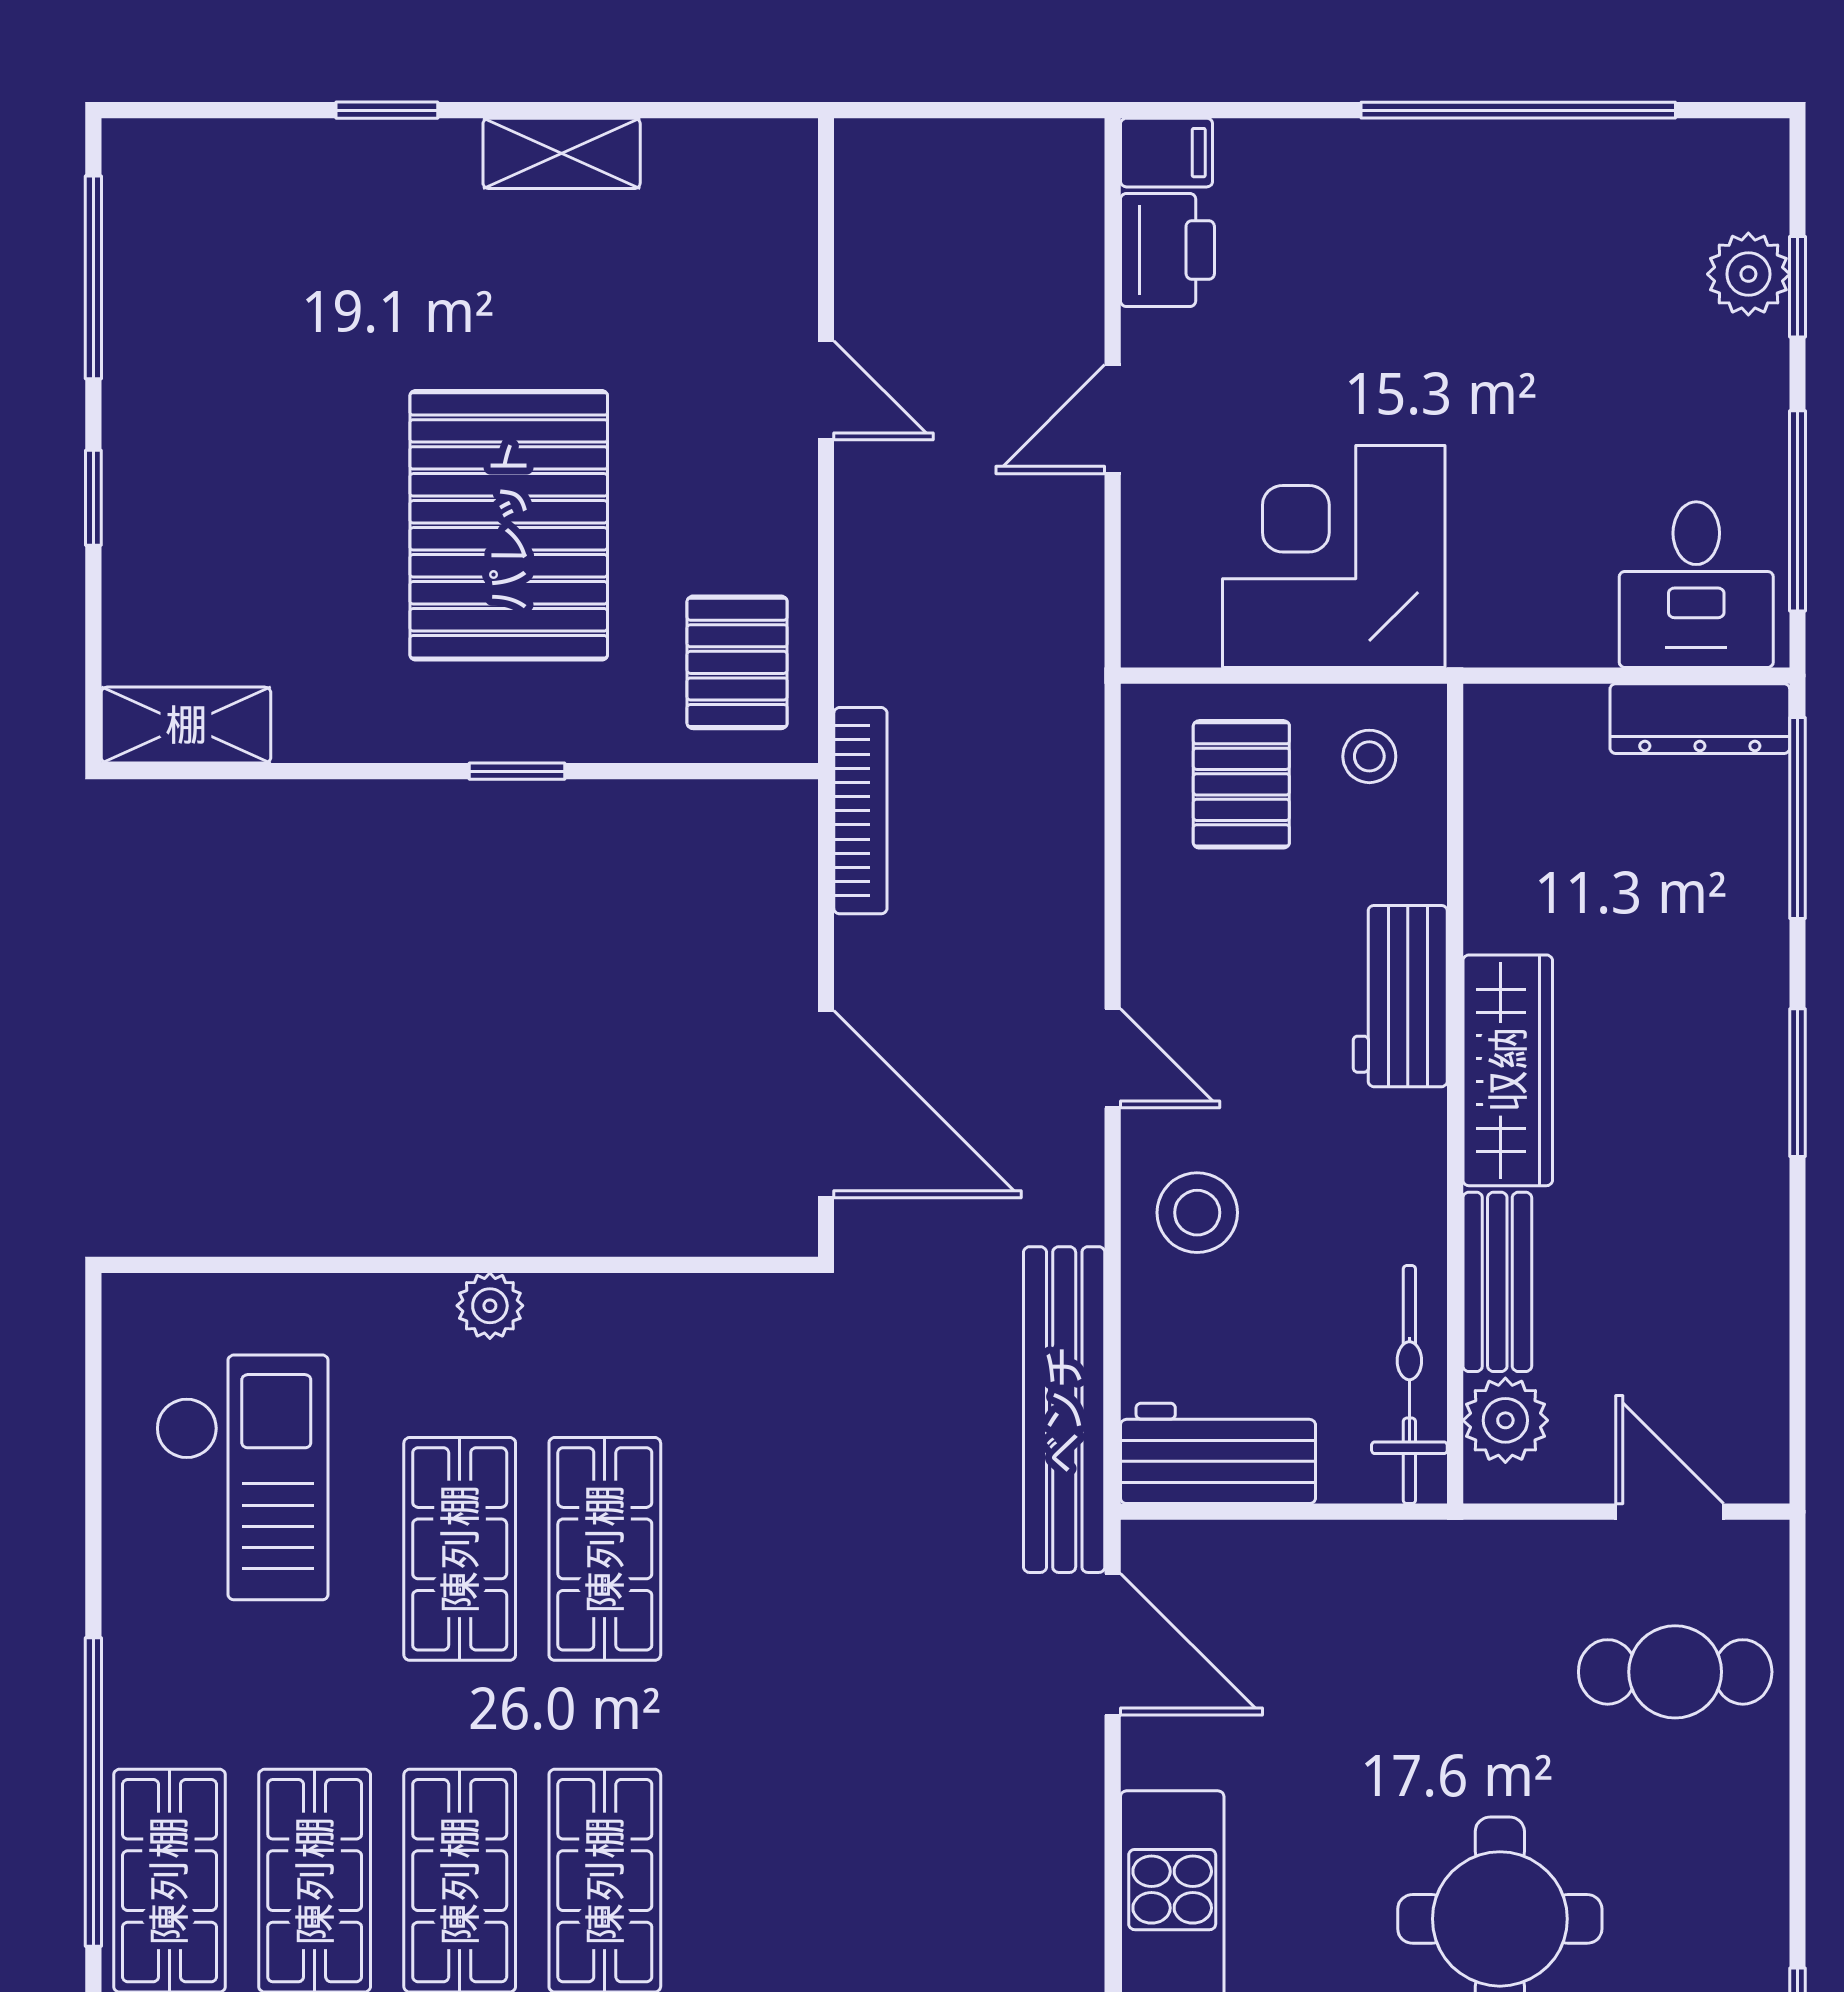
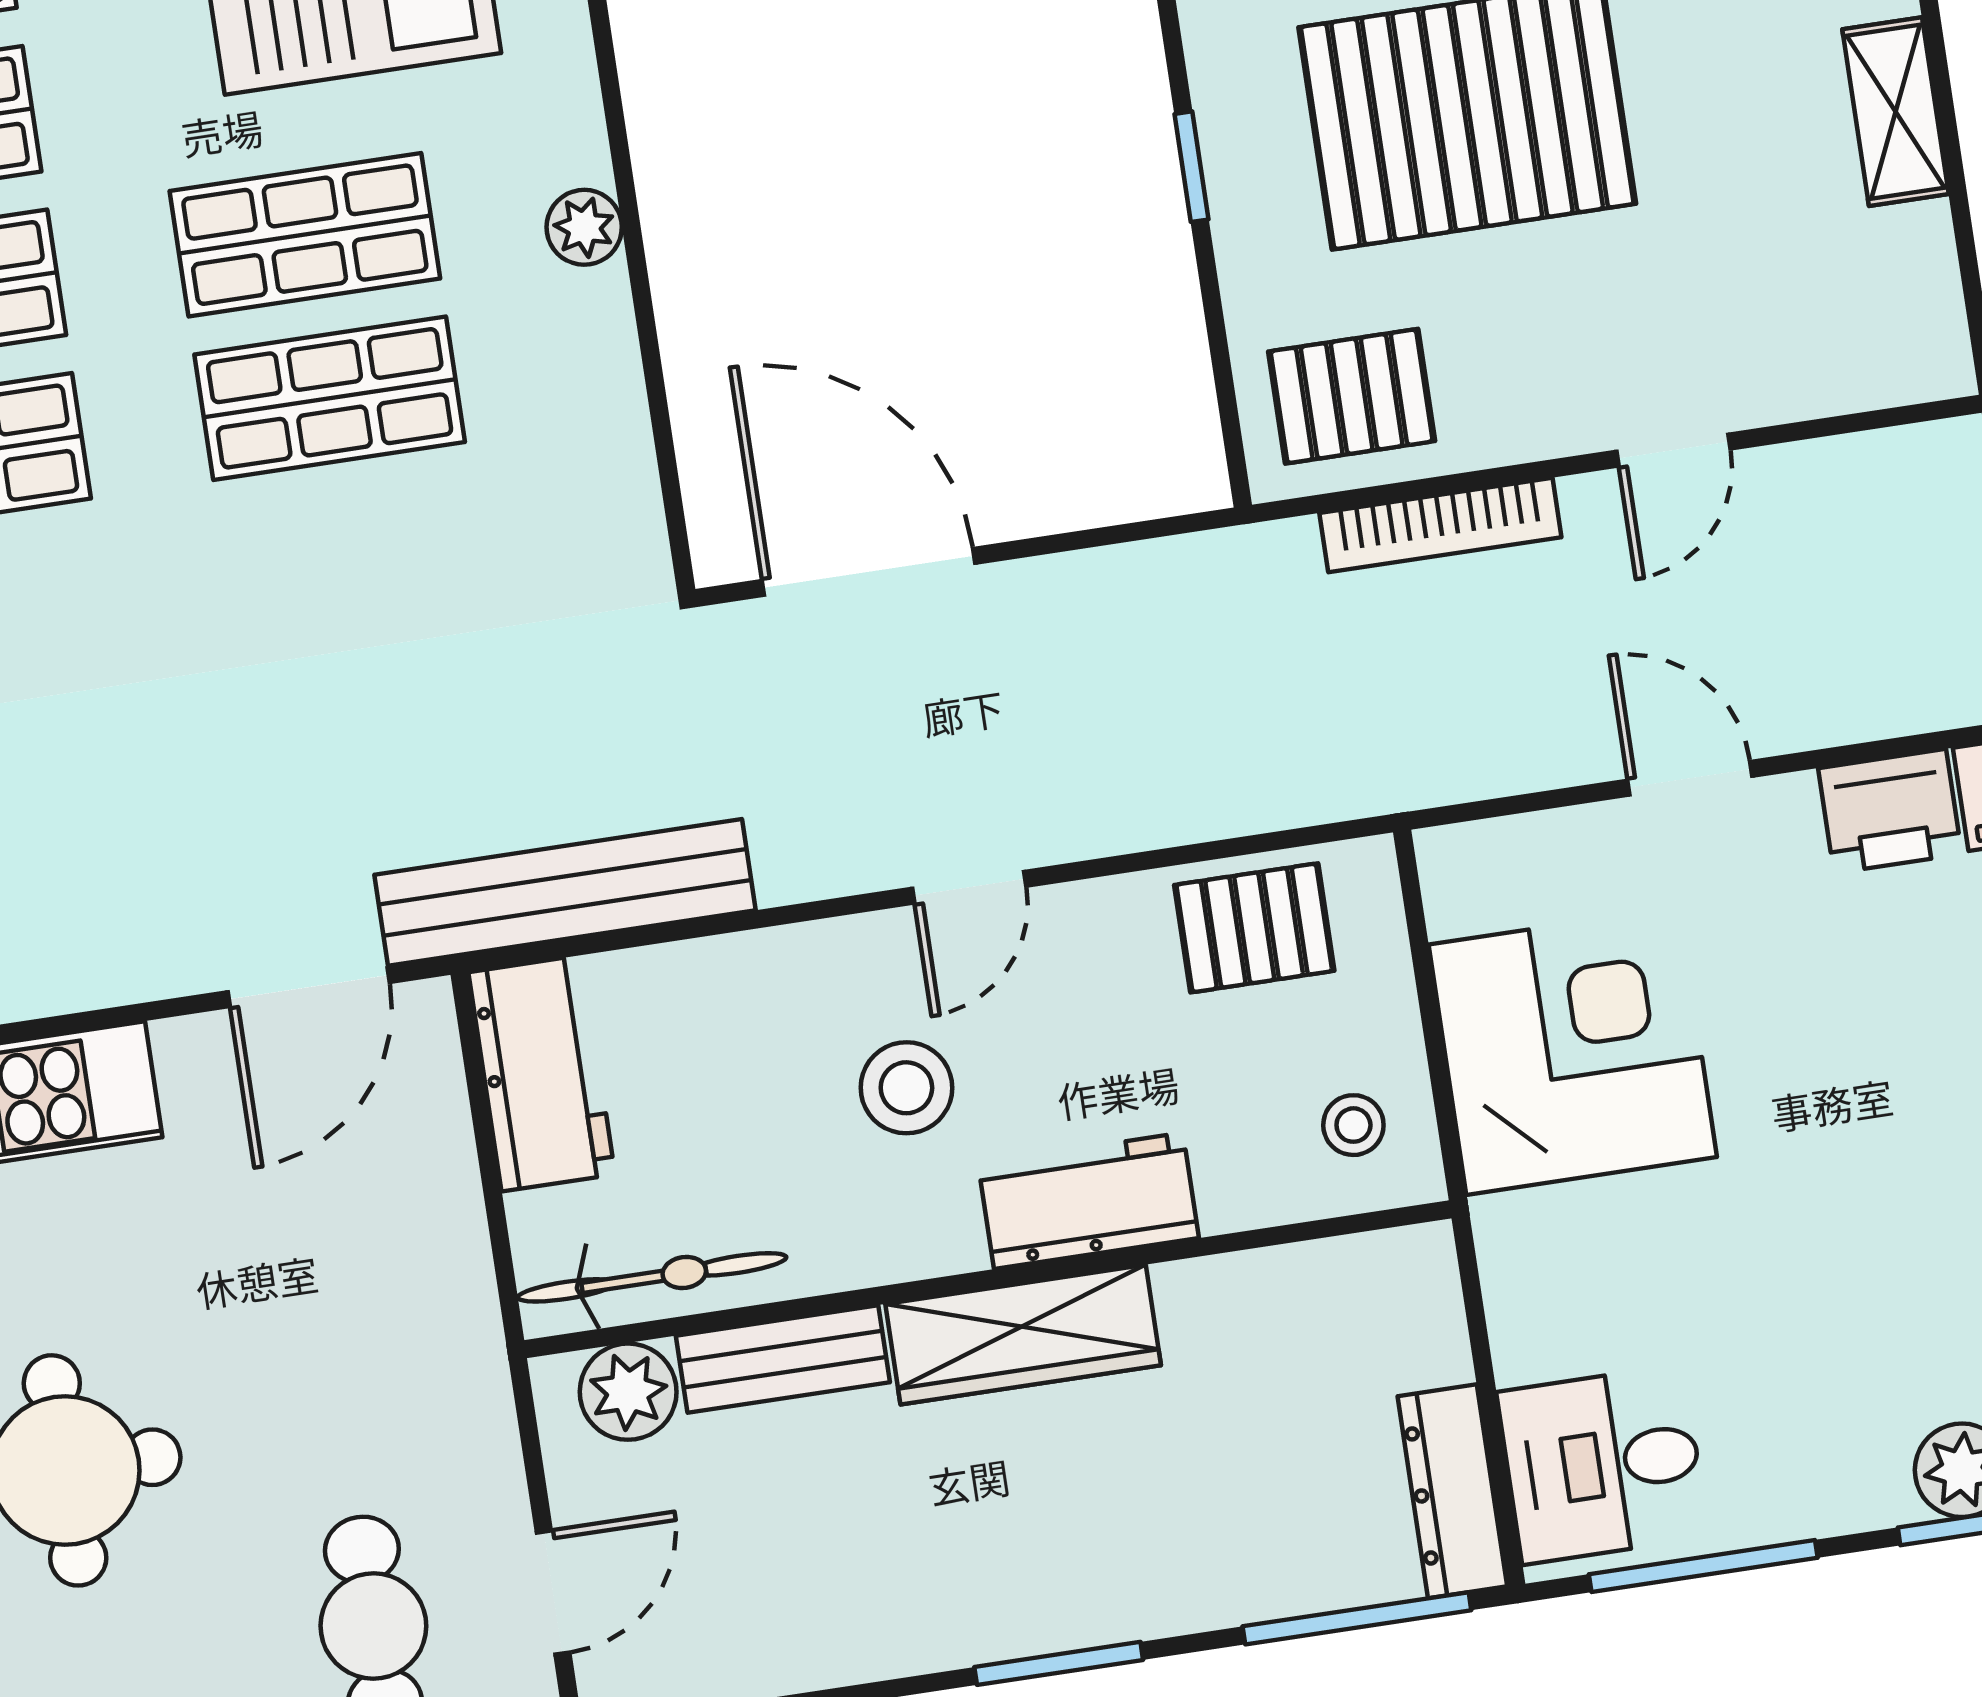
pallet: (1241, 784) -> (1254, 928), moved
bookcase: (860, 811) -> (1440, 525), moved
door: (826, 1104) -> (869, 572), swing flipped
stool: (1197, 1213) -> (906, 1088), moved

